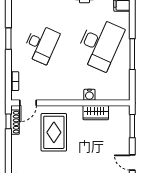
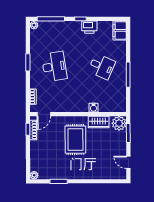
desk: (41, 44) -> (54, 67), turned -33
desk: (100, 44) -> (102, 66), width x0.53, depth x0.77
plant: (121, 114) -> (119, 123), added
rug: (54, 132) -> (75, 140), moved

